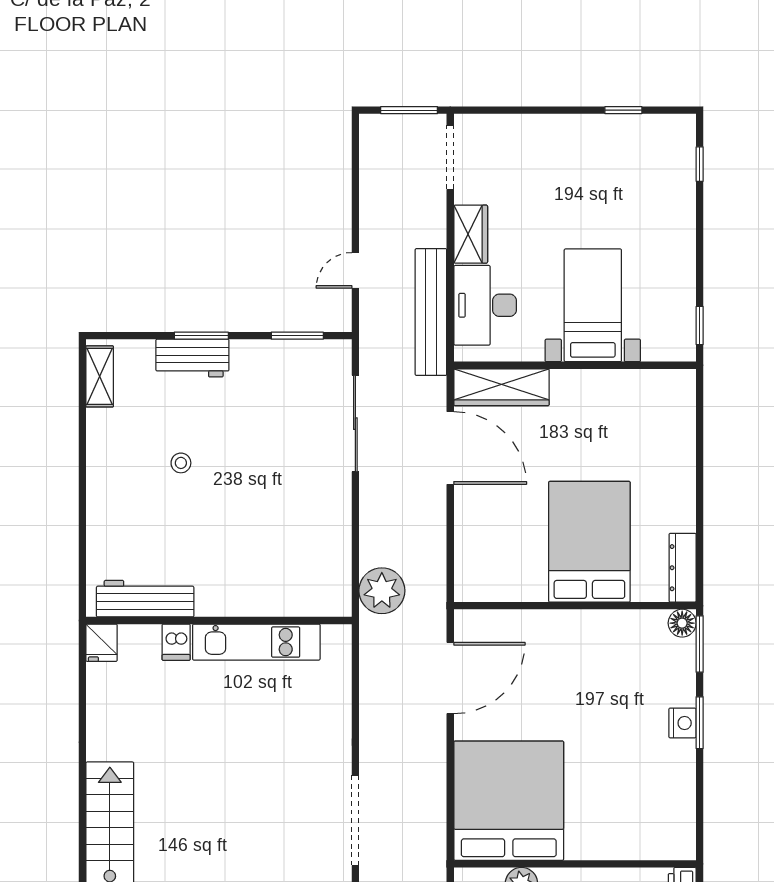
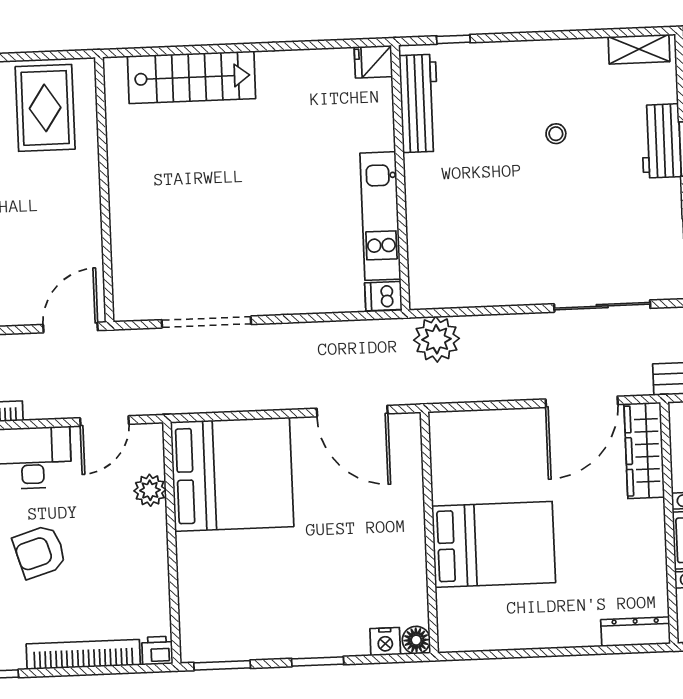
window: (82, 562) -> (453, 39), added
dresser: (683, 568) -> (636, 632), moved
dishwasher: (176, 642) -> (383, 296), moved
window: (700, 644) -> (222, 665), moved
nightstand: (682, 723) -> (385, 642), moved

